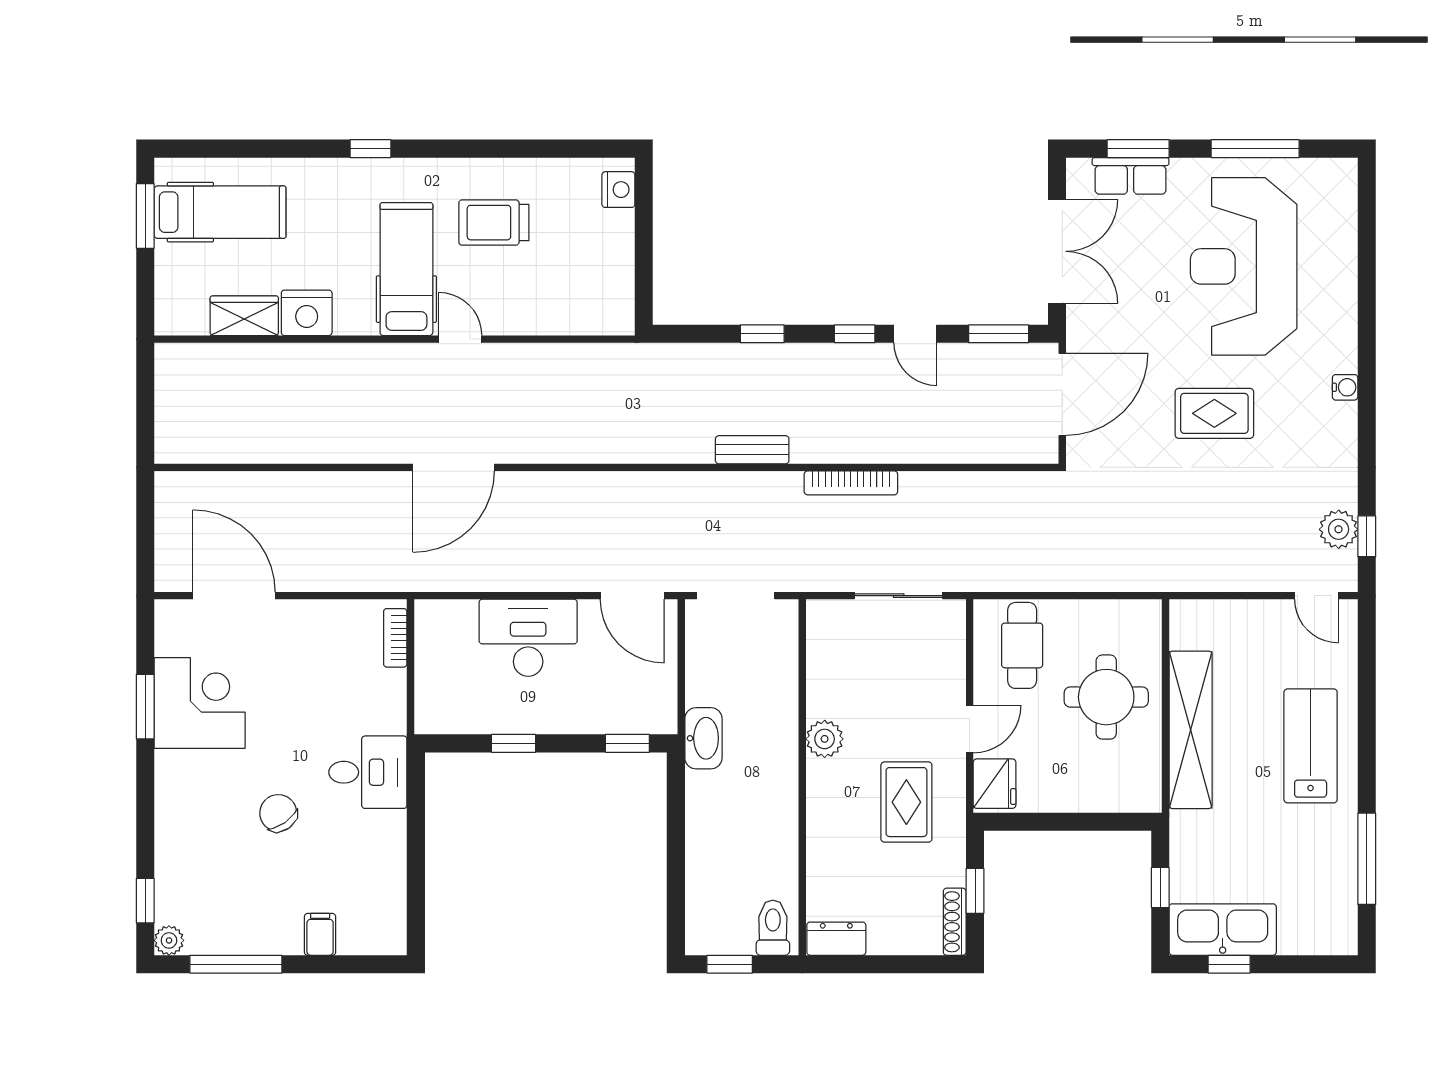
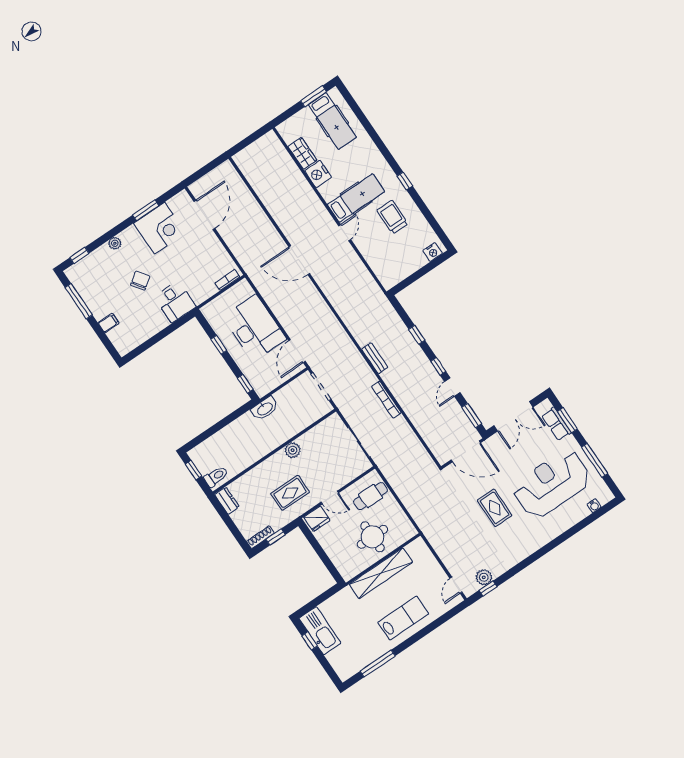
window: (370, 149) -> (405, 181), moved
water cooler: (1345, 387) -> (594, 506), moved
desk: (528, 638) -> (254, 328), width x1.36, depth x1.30
window: (1160, 887) -> (320, 600), removed
plant: (169, 940) -> (115, 243), moved

